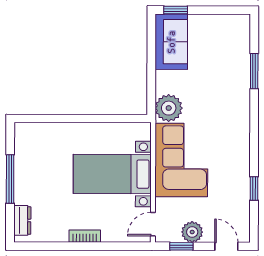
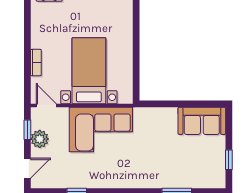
window: (176, 10) -> (229, 160), moved
plant: (169, 108) -> (145, 119), removed
bookcase: (85, 236) -> (36, 63), moved

